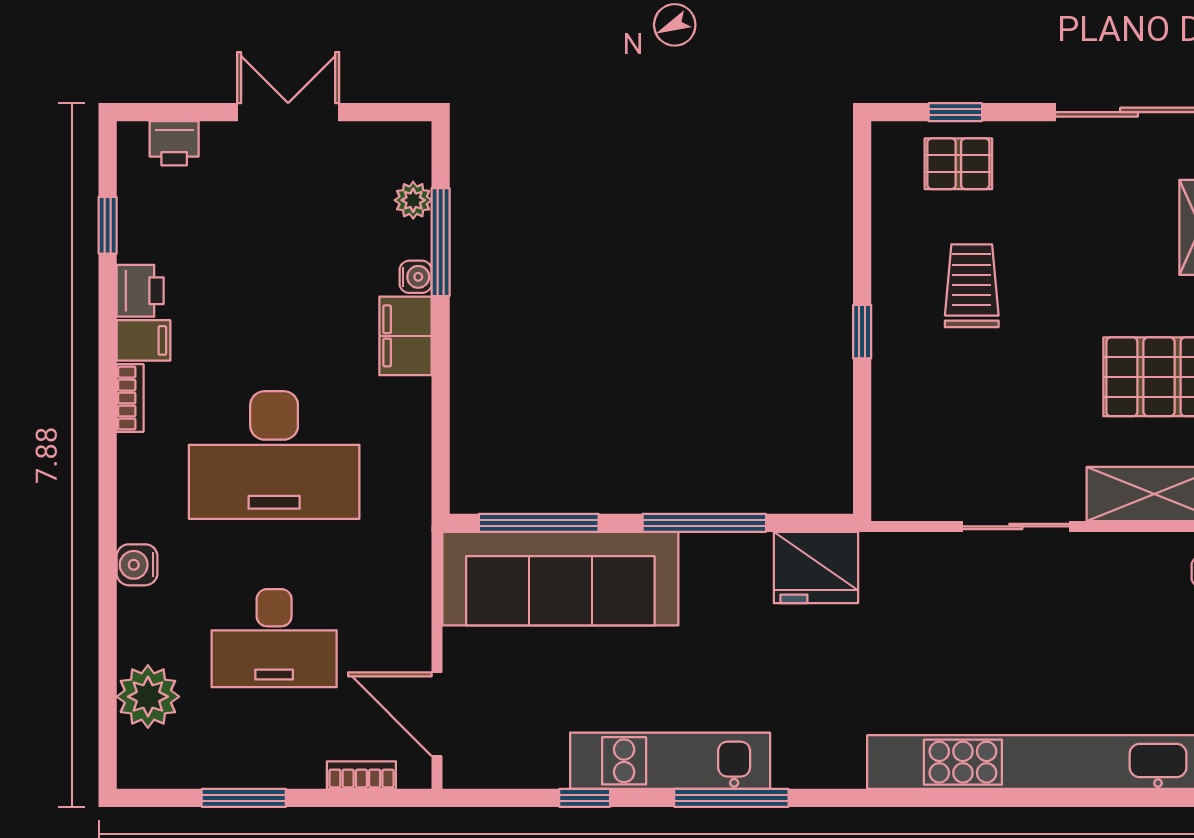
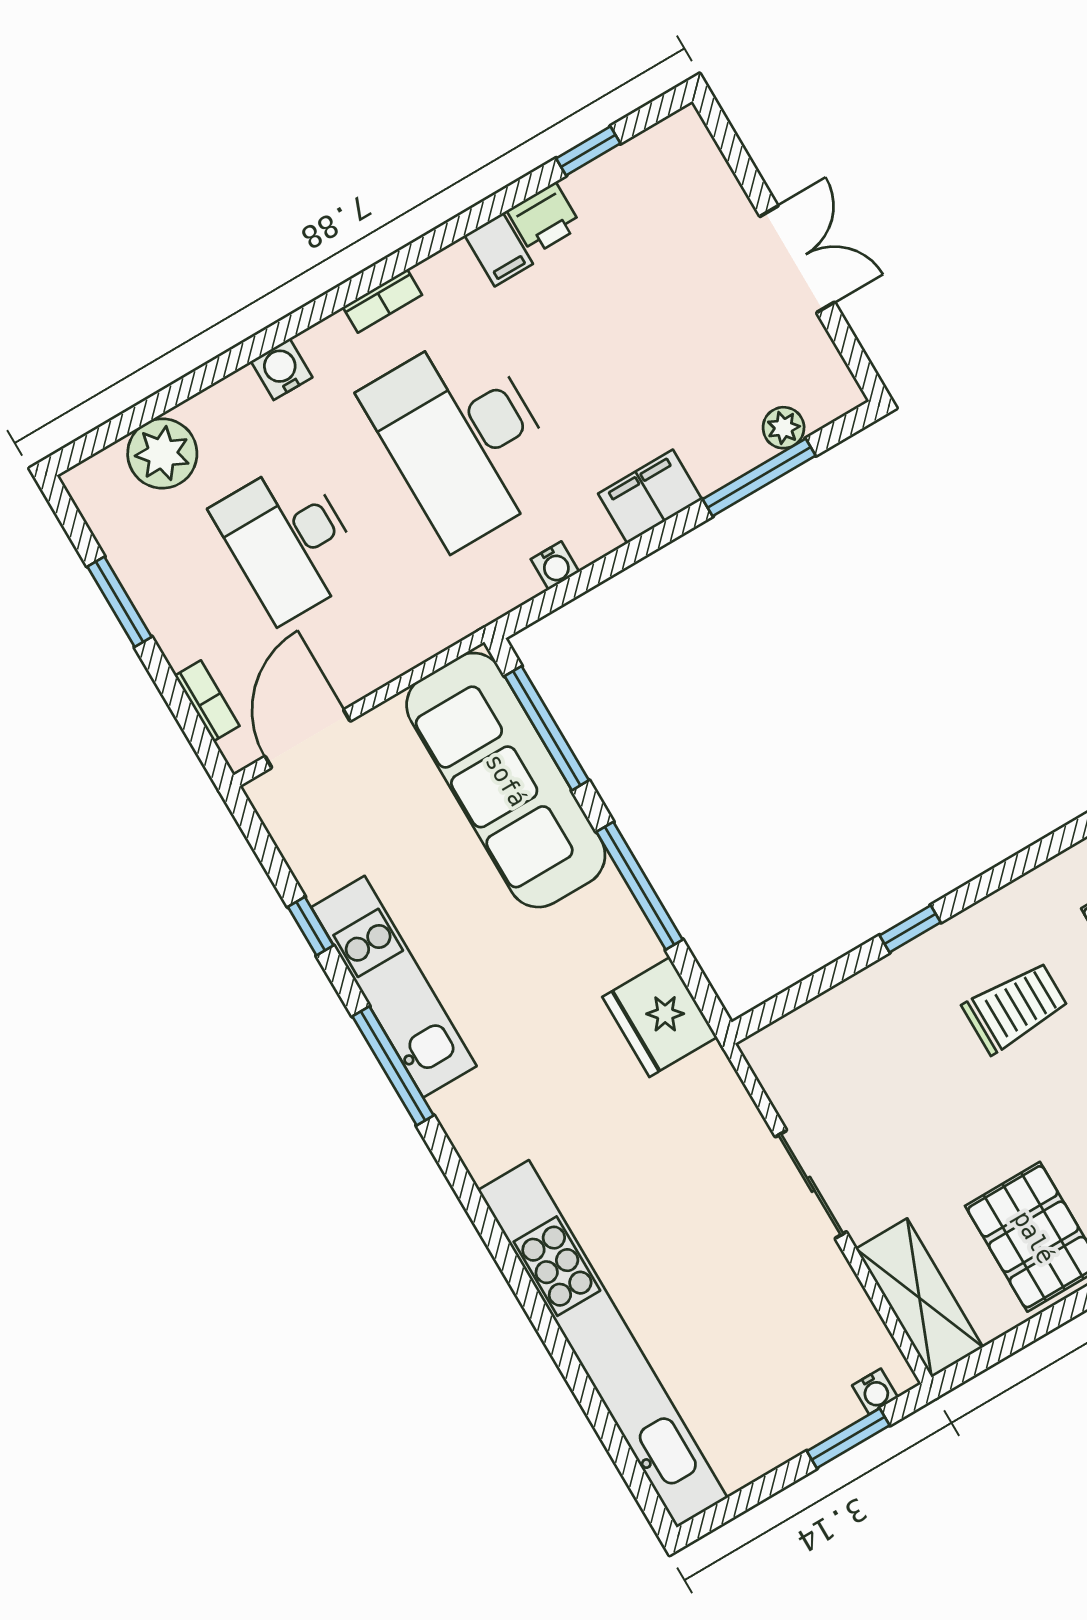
printer: (174, 143) -> (704, 168), removed
water cooler: (416, 277) -> (555, 566), moved
bookcase: (130, 398) -> (382, 301), moved

